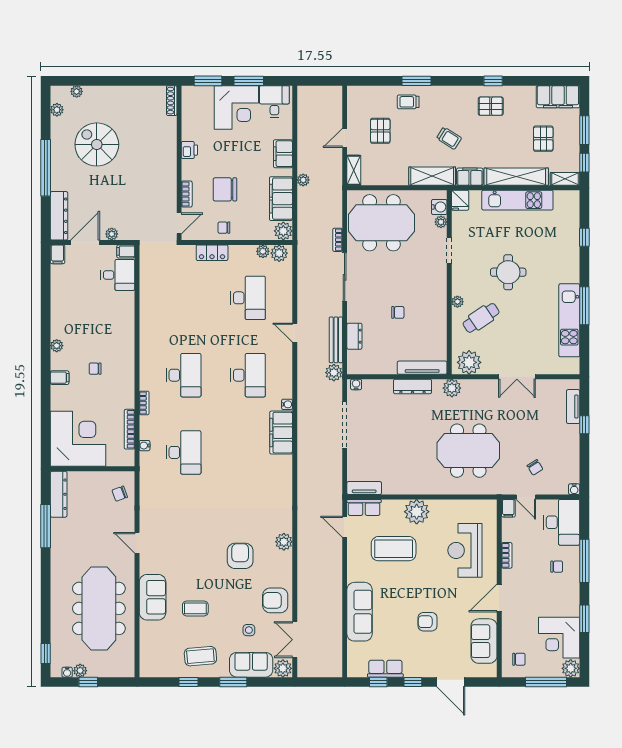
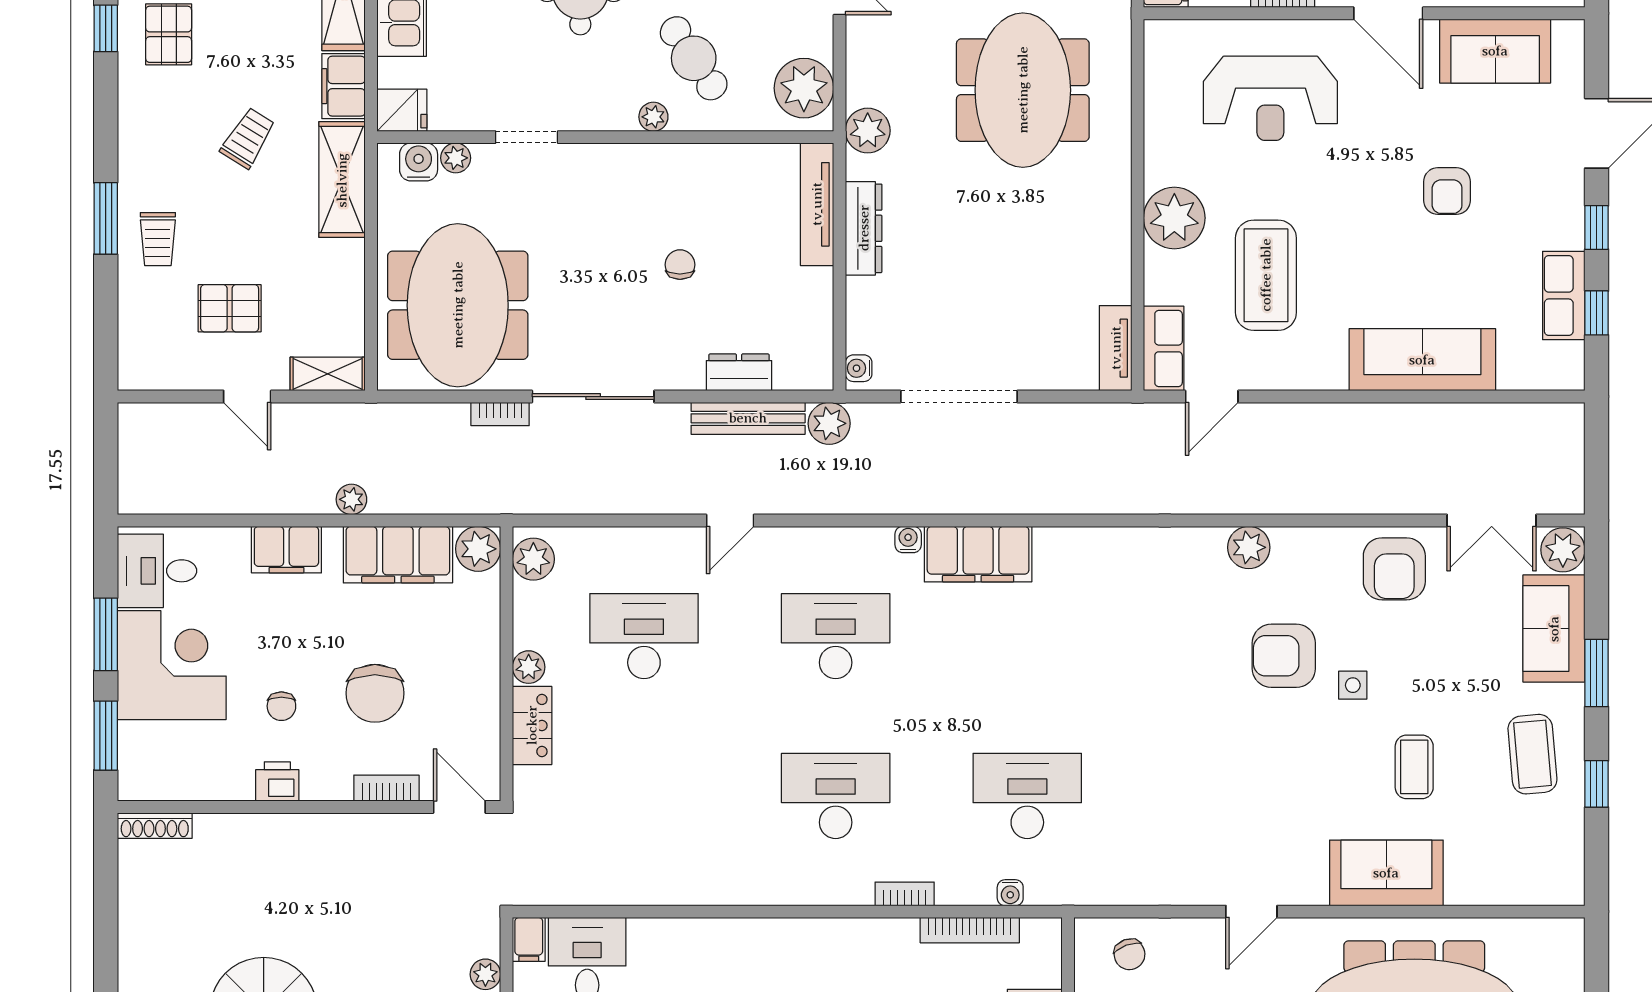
chair: (224, 228) -> (281, 706), moved
plant: (263, 251) -> (529, 667), moved
side table: (249, 630) -> (1353, 685), moved

